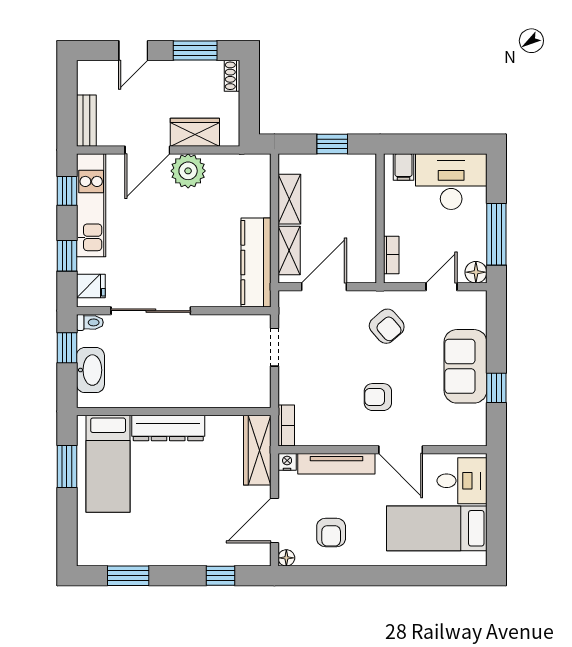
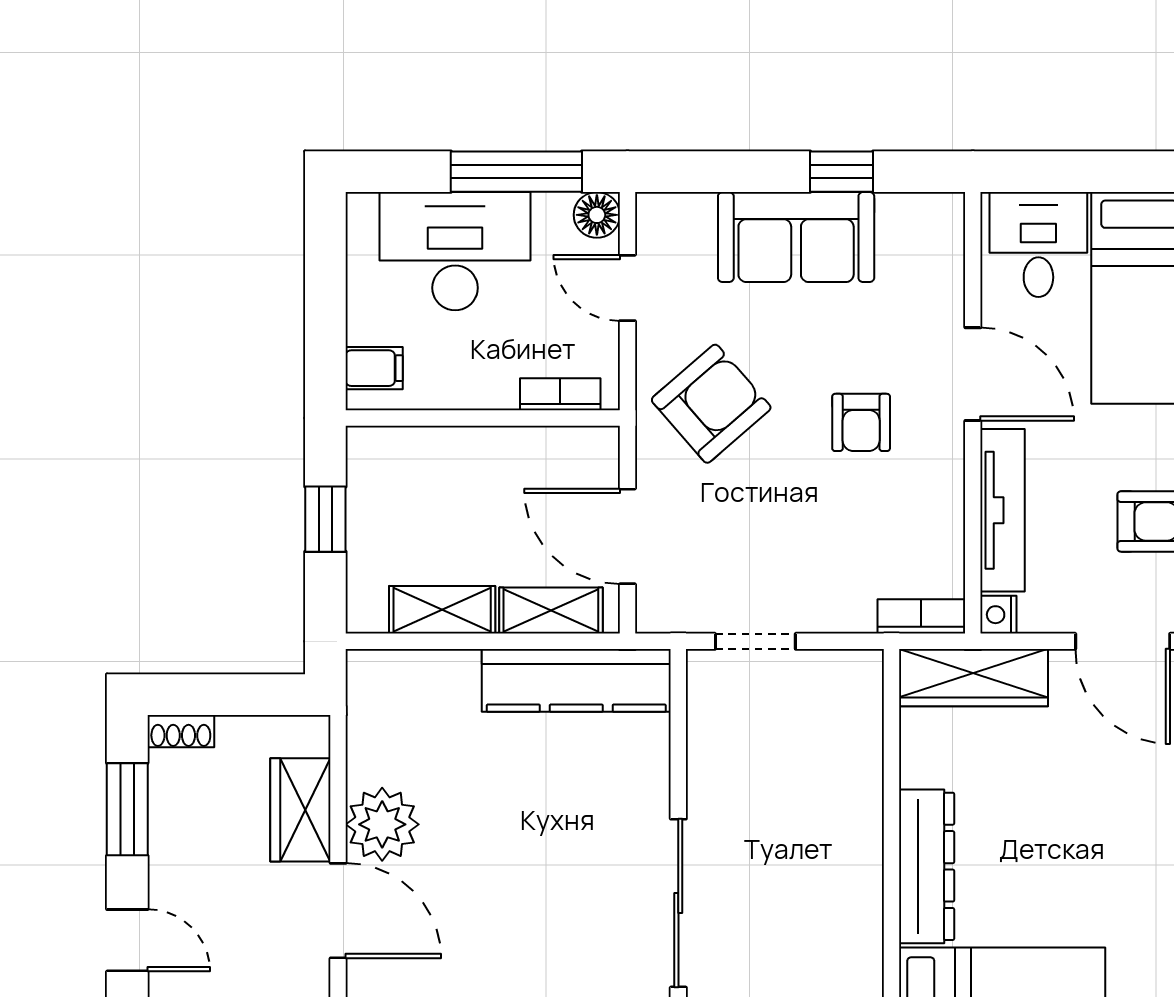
desk: (451, 182) -> (455, 251), moved, turned 90
armchair: (387, 326) -> (711, 404), width x1.38, depth x1.38
door: (401, 450) -> (973, 374), hinge flipped

